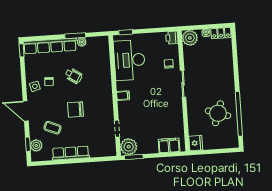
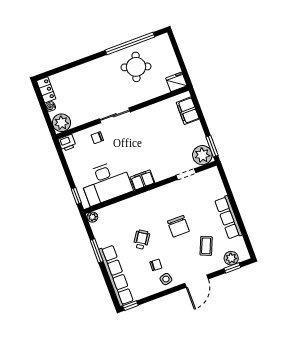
plant: (82, 42) -> (92, 217), moved
filing cabinet: (123, 96) -> (142, 180), width x2.00

